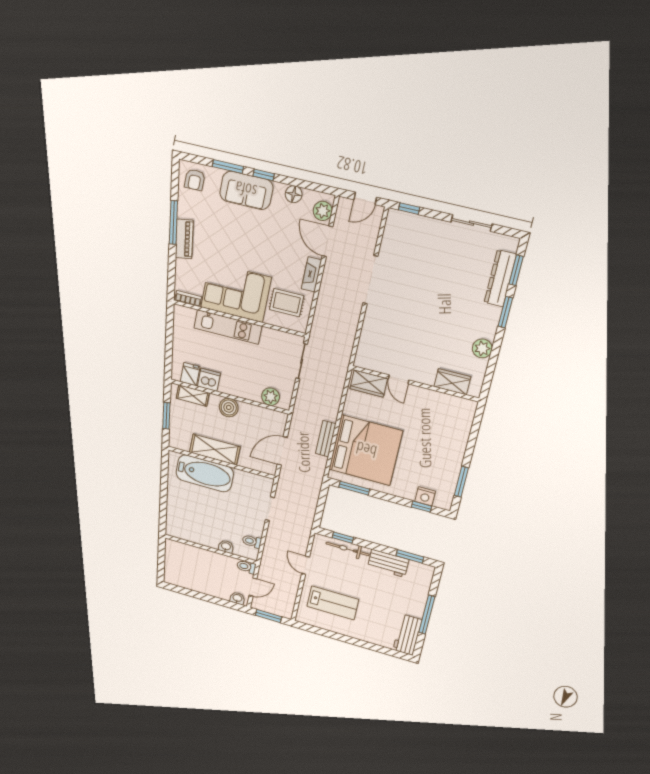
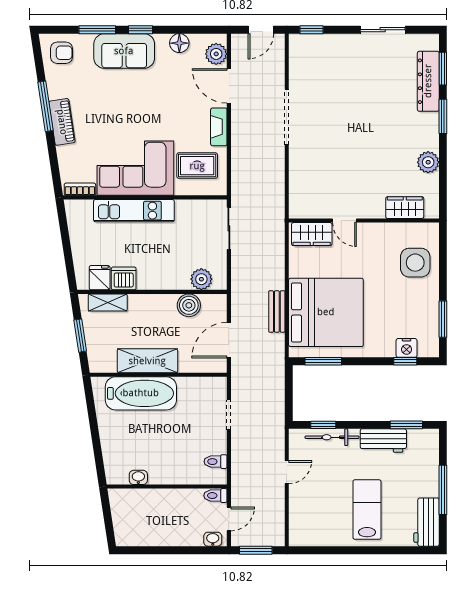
armchair: (195, 180) -> (62, 53), turned -90
boiler: (229, 407) -> (189, 305), moved
side table: (450, 430) -> (415, 263), added
washbasin: (226, 547) -> (138, 477), moved
door: (306, 565) -> (287, 472), swing flipped
lab bench: (333, 603) -> (367, 510), moved, turned -90

